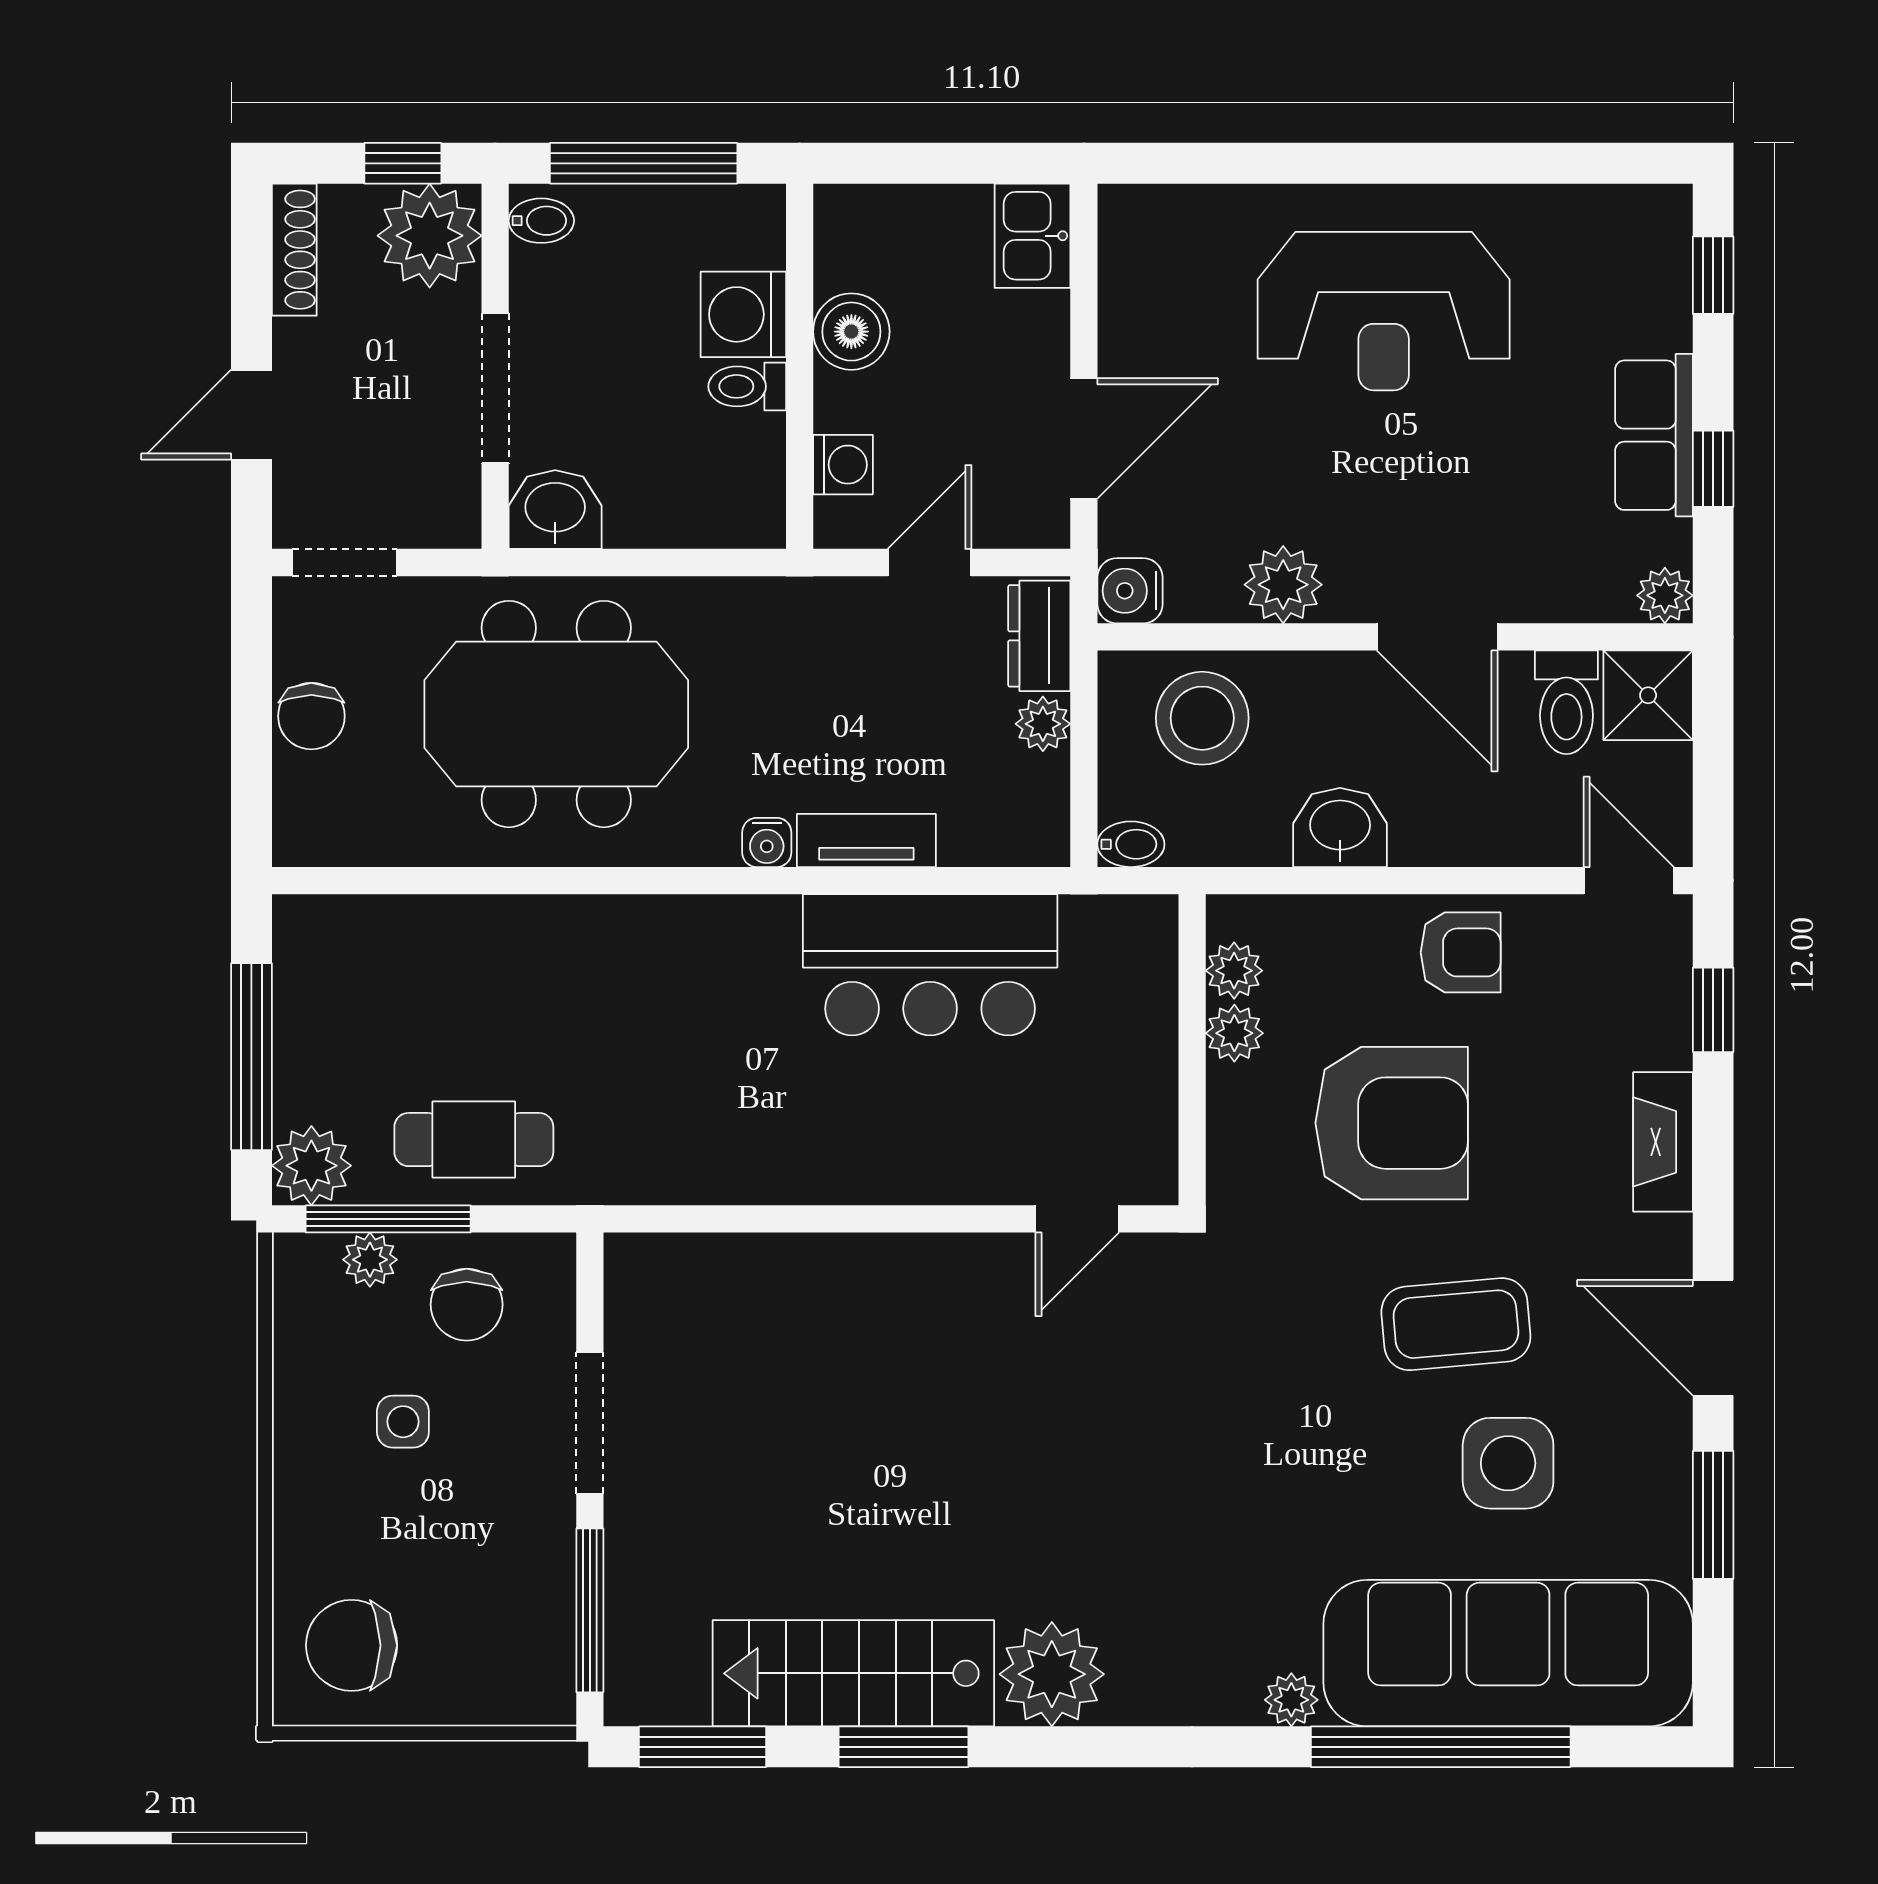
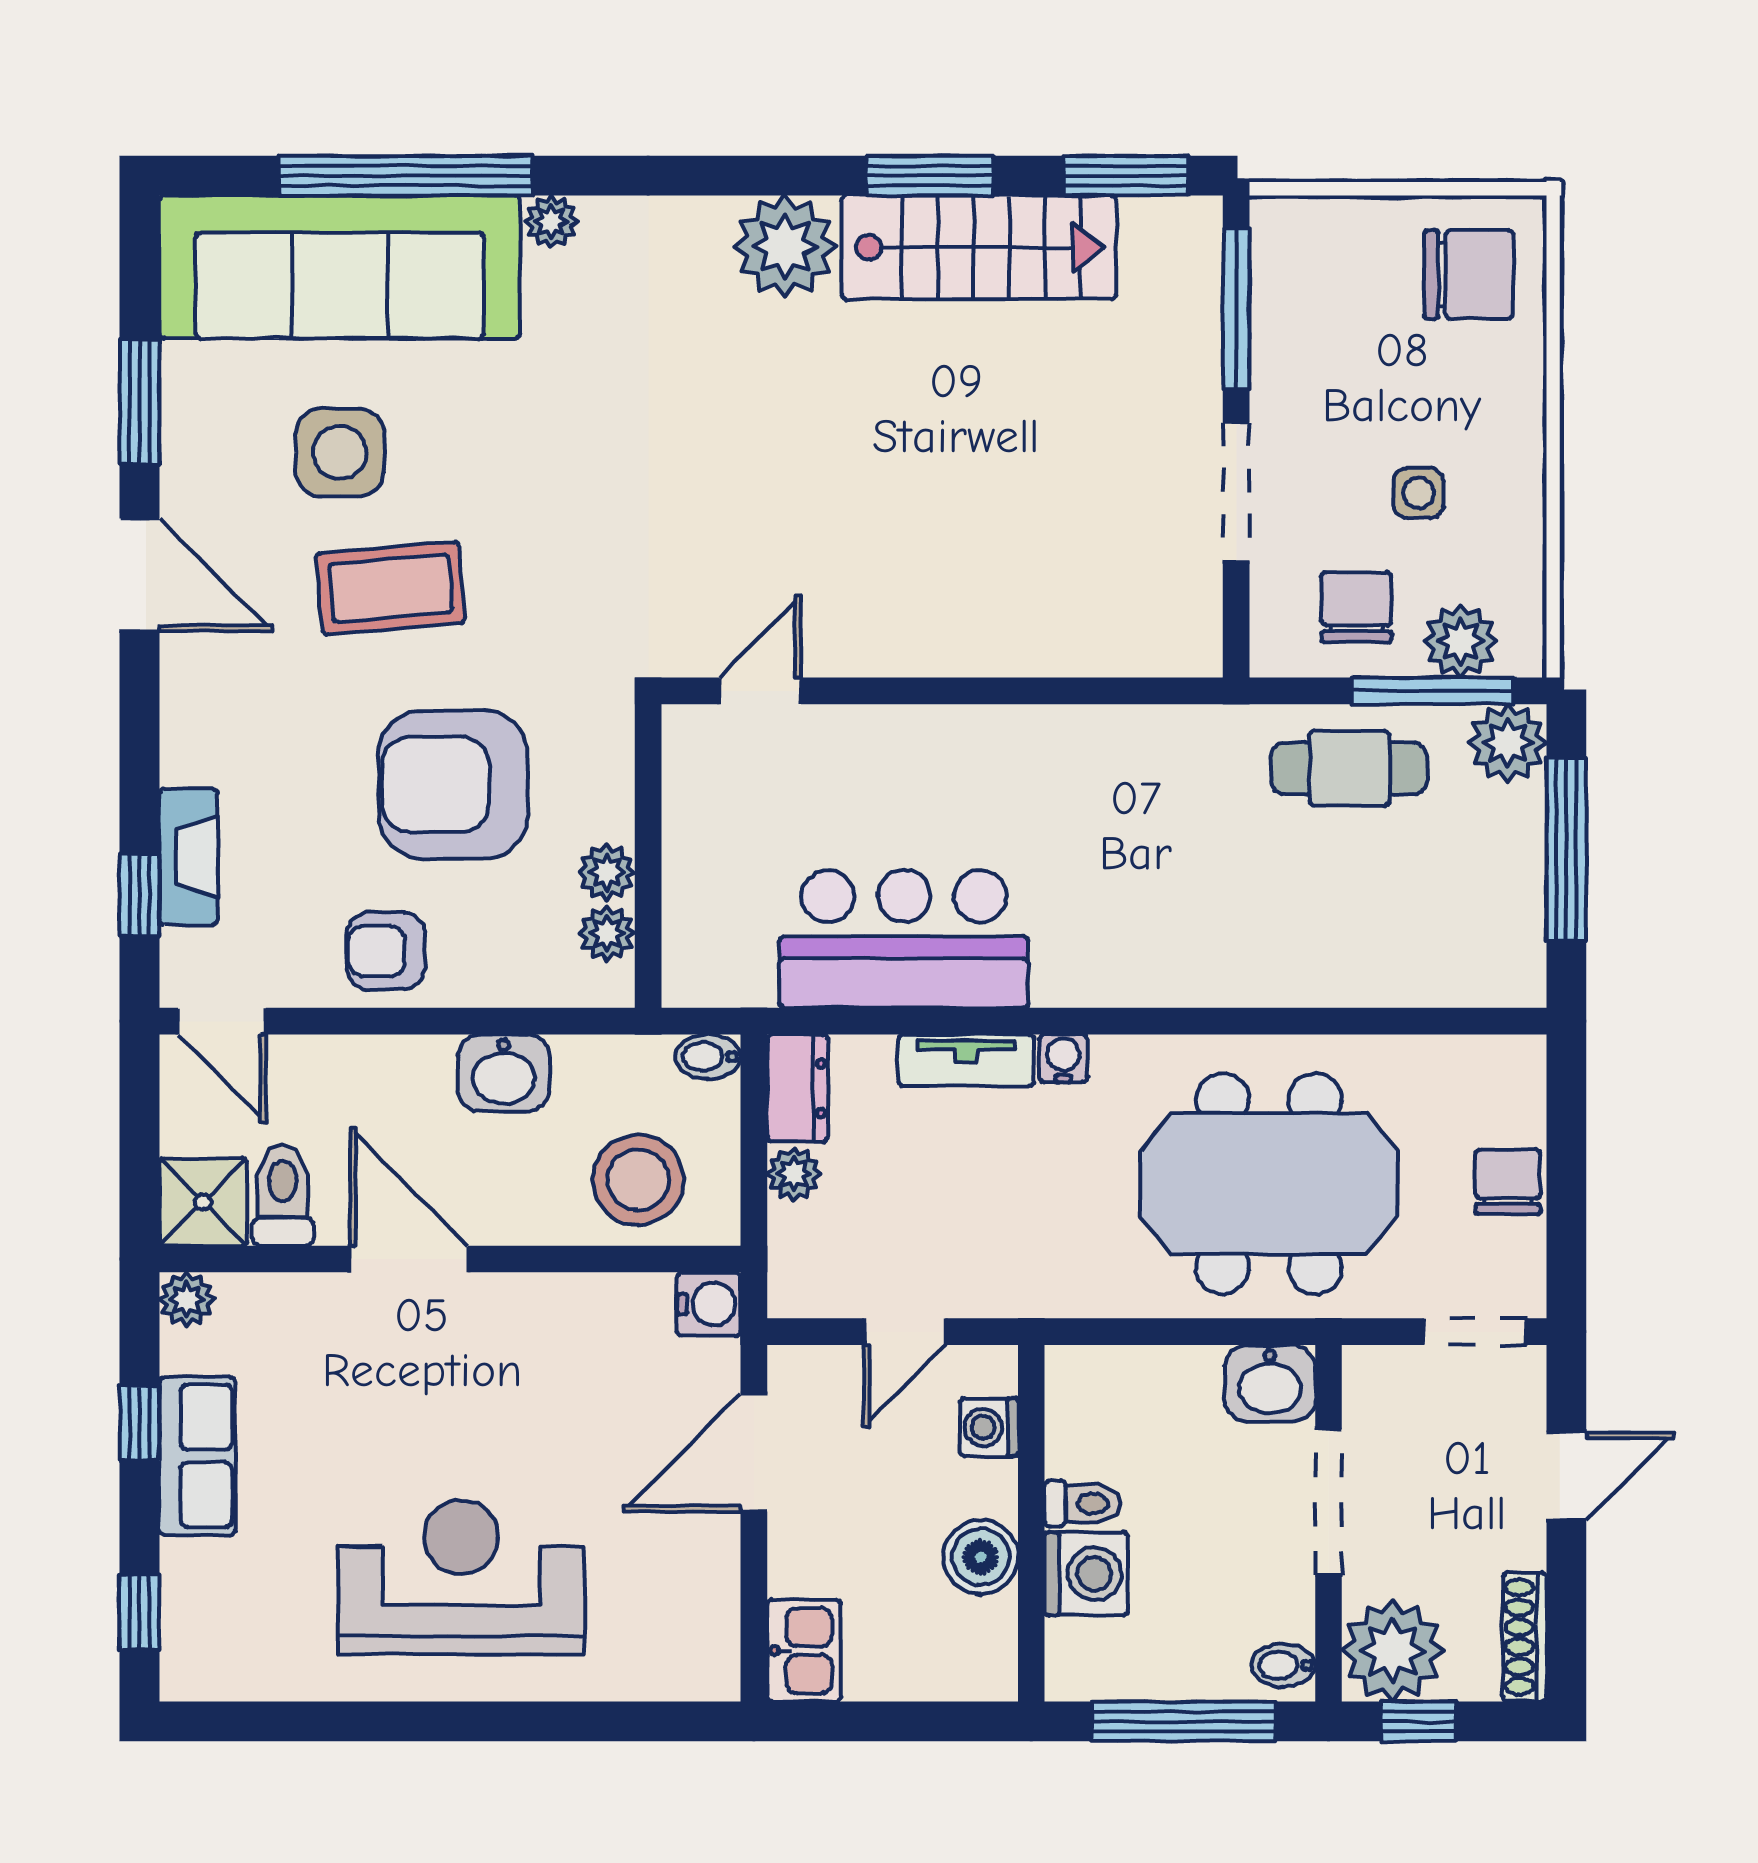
plant: (1283, 585) -> (559, 1310), removed
dresser: (1039, 636) -> (797, 1088), moved
fireplace: (1663, 1142) -> (188, 857), moved
plant: (370, 1260) -> (1461, 641), width x1.38, depth x1.38

